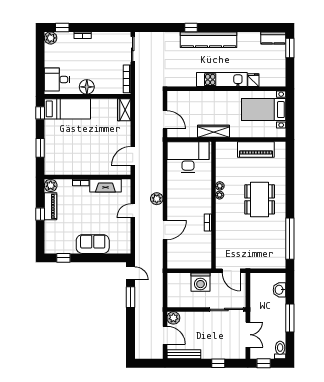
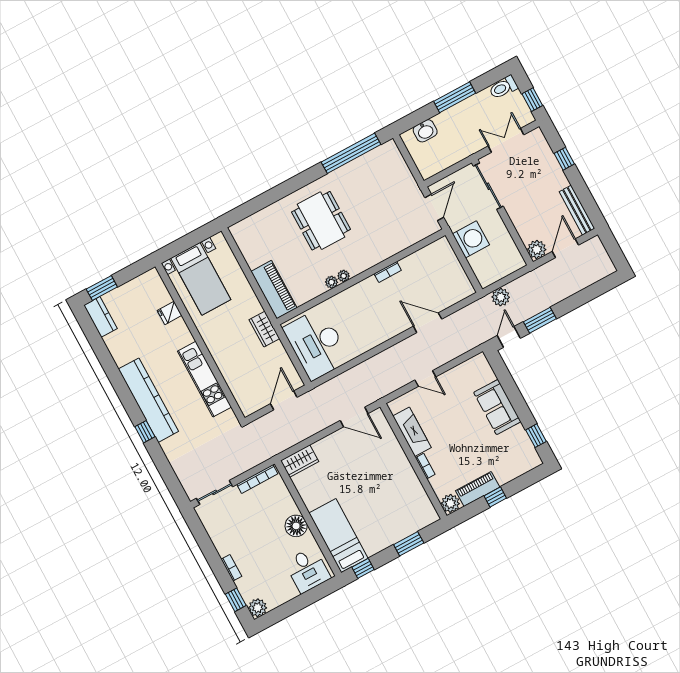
kitchen unit: (222, 80) -> (204, 379), moved
wardrobe: (213, 131) -> (264, 329), width x0.67
piano: (256, 149) -> (274, 290), moved
plant: (157, 199) -> (501, 297), moved
dining table: (260, 199) -> (321, 221), turned 90

